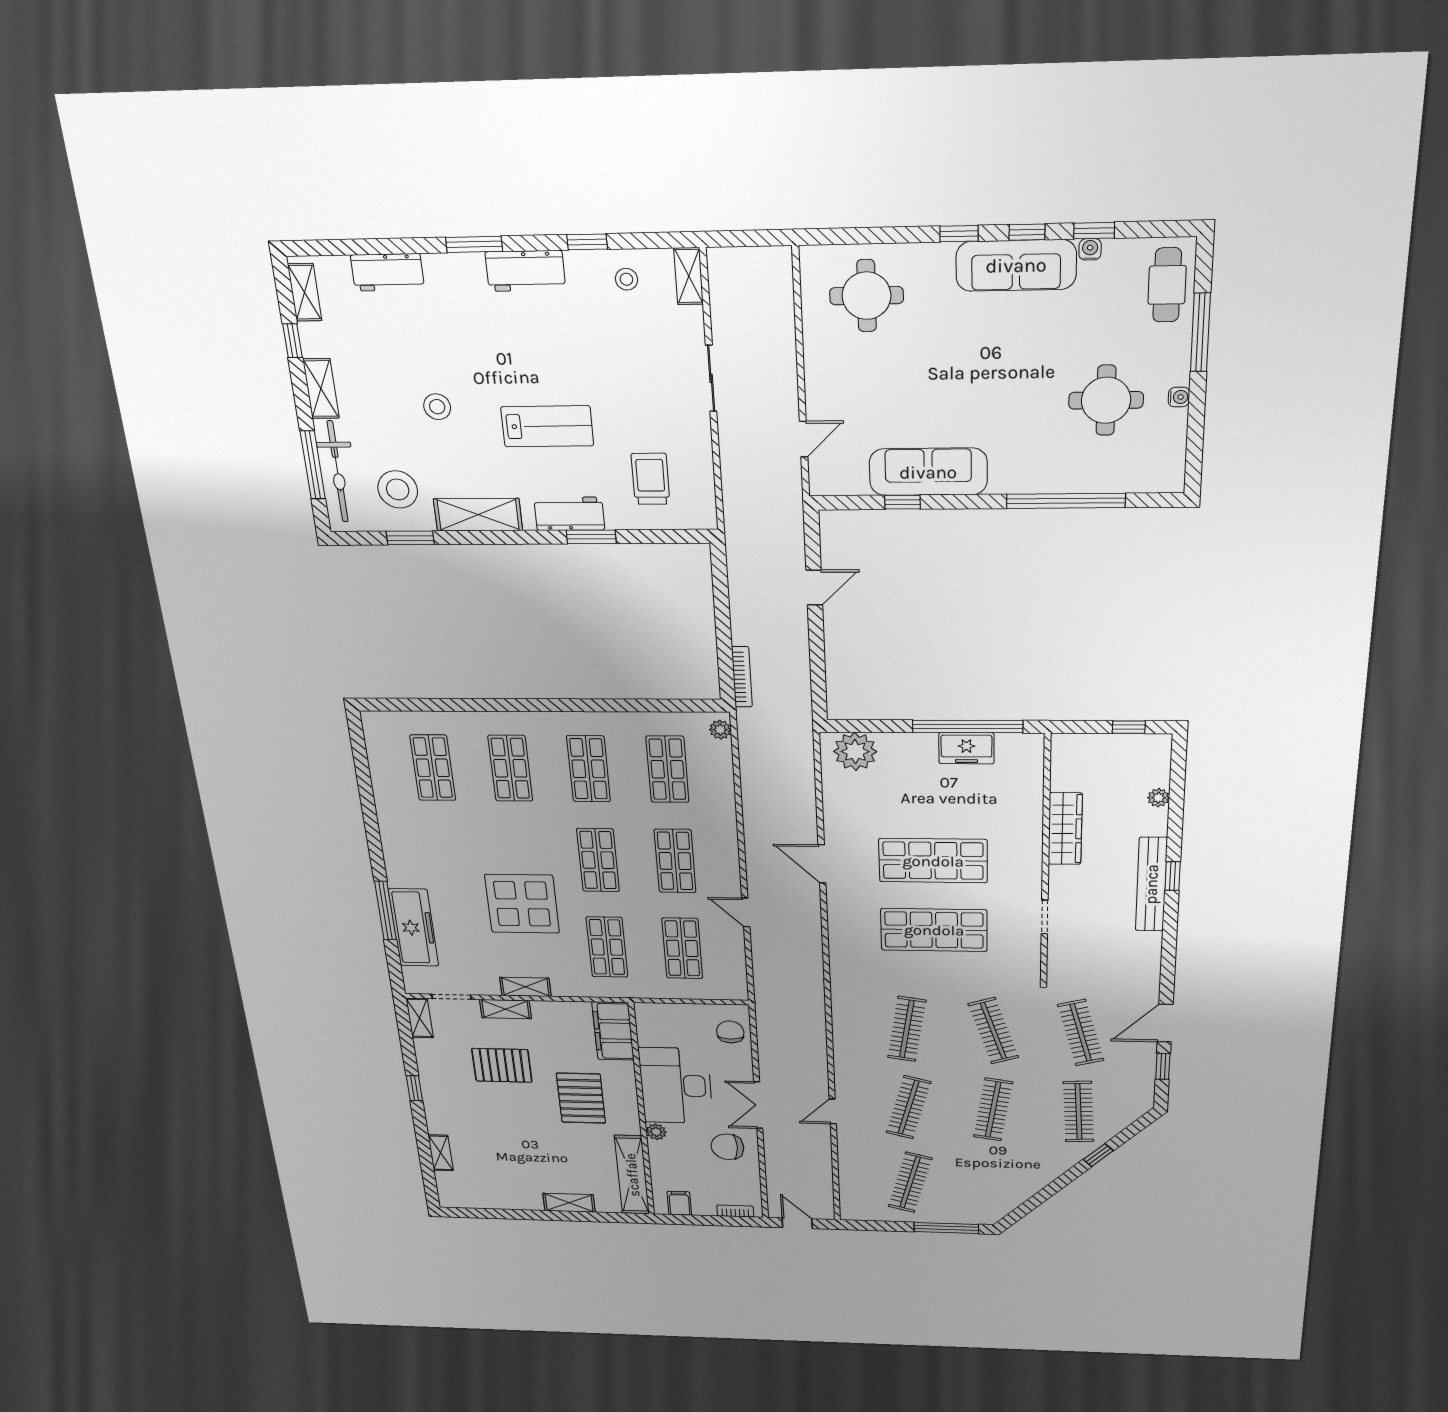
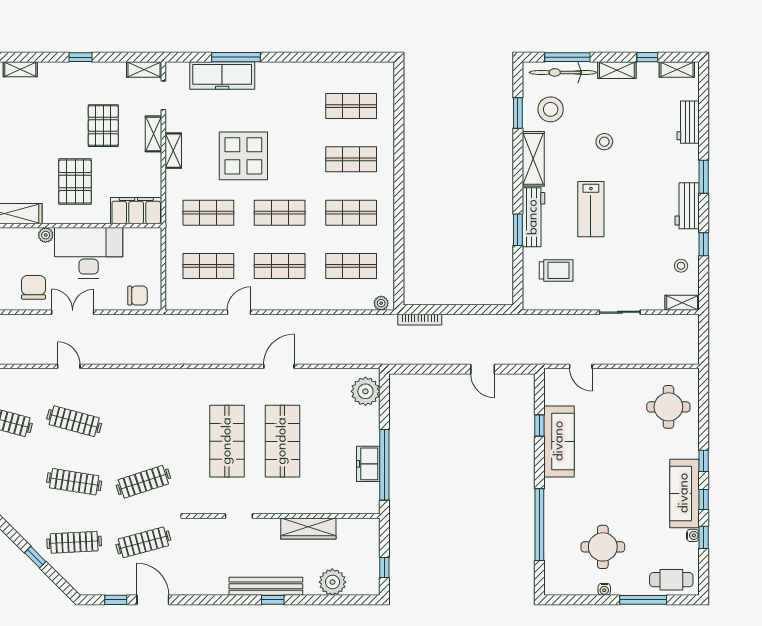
workbench: (569, 514) -> (533, 217), width x1.38
plant: (1158, 798) -> (332, 582), width x1.88, depth x1.88
clothes rail: (907, 1029) -> (143, 421), removed
pallet: (581, 1098) -> (75, 182), turned 90

